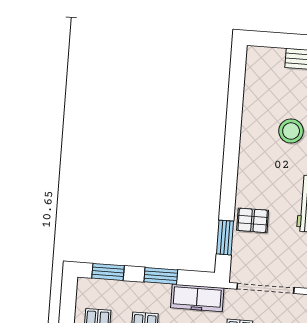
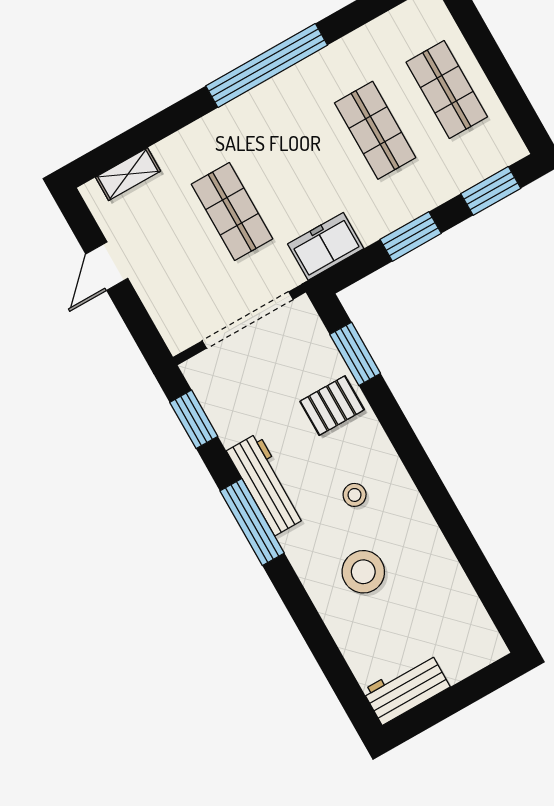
stool: (271, 170) -> (355, 495), added
freezer: (197, 298) -> (326, 246), width x0.71

